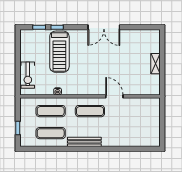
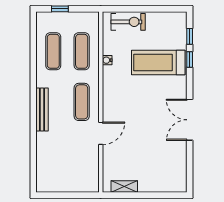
shelving: (156, 64) -> (124, 186), moved
exercise bike: (28, 75) -> (128, 22), turned 180
bench: (84, 142) -> (42, 110), moved

